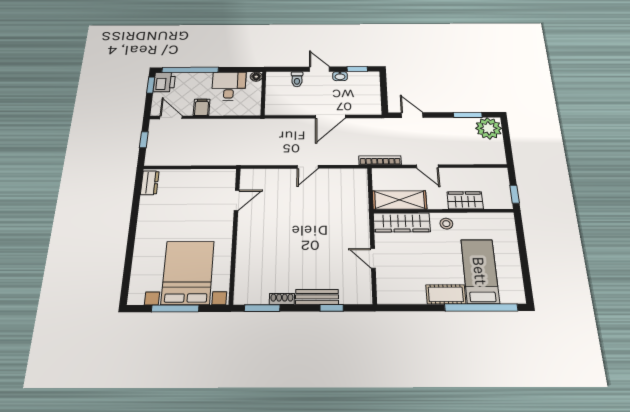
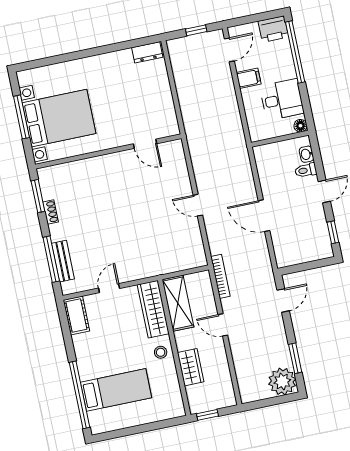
washbasin: (340, 76) -> (307, 154), moved
window: (151, 85) -> (266, 16), removed
door: (427, 166) -> (223, 325), hinge flipped
cot: (446, 294) -> (76, 315), moved
bench: (317, 297) -> (63, 261), moved
window: (332, 308) -> (51, 259), width x2.17

